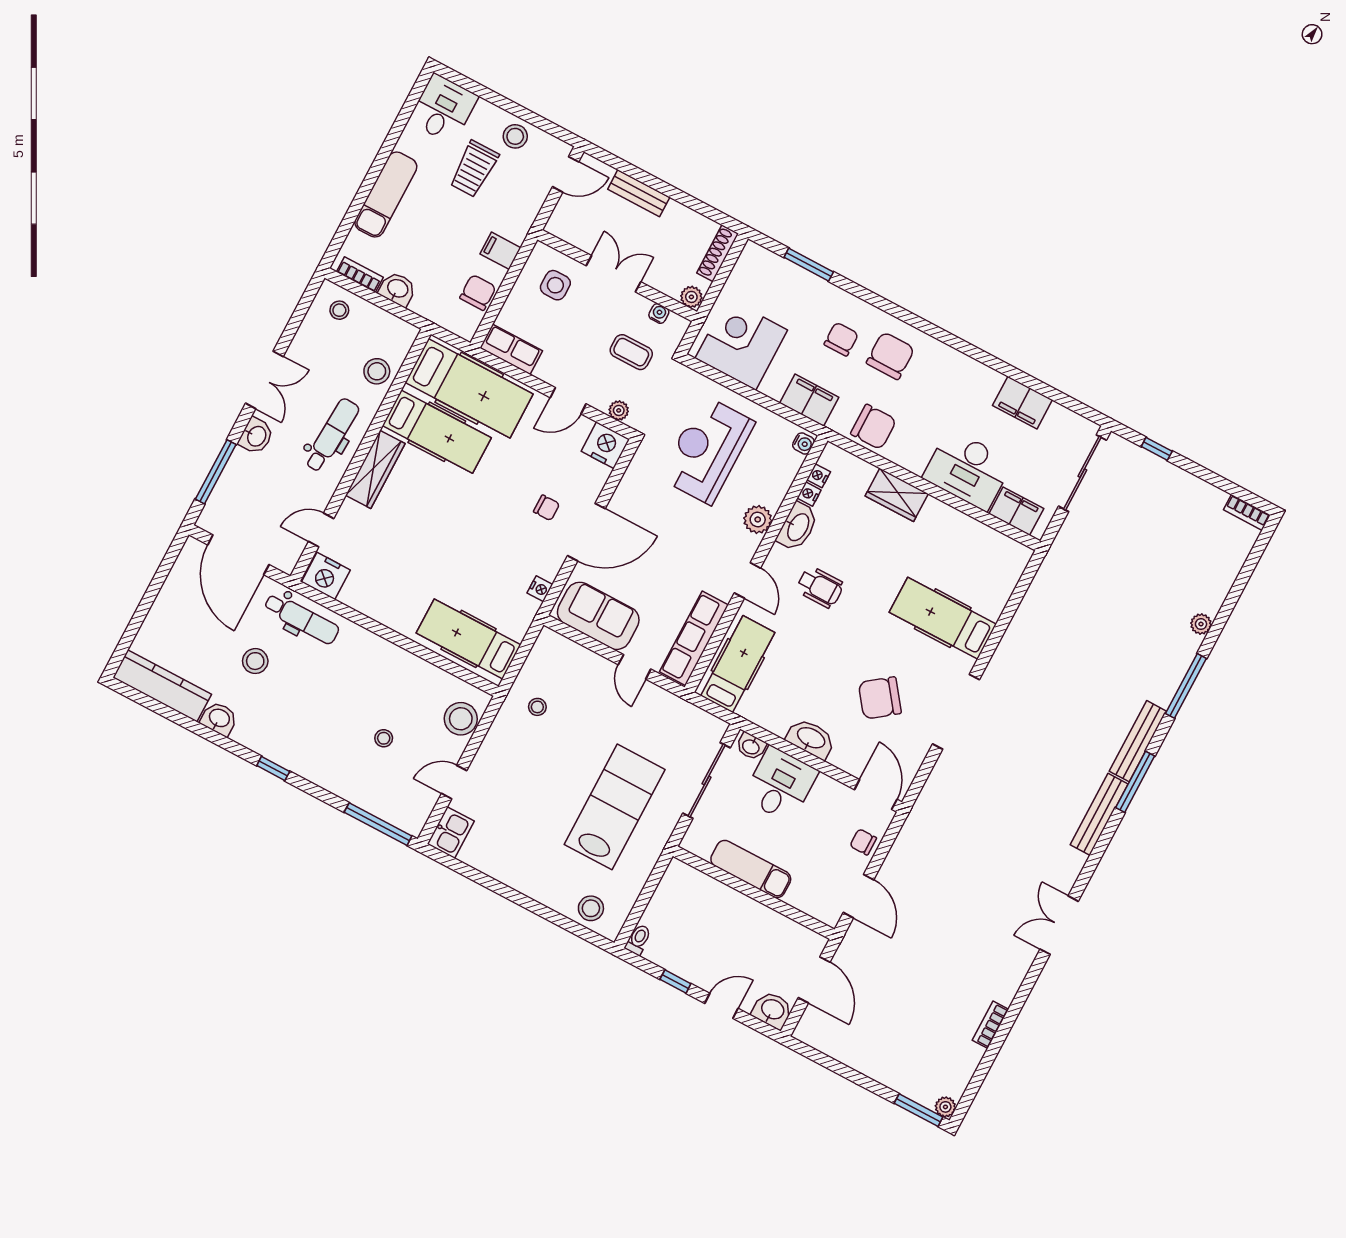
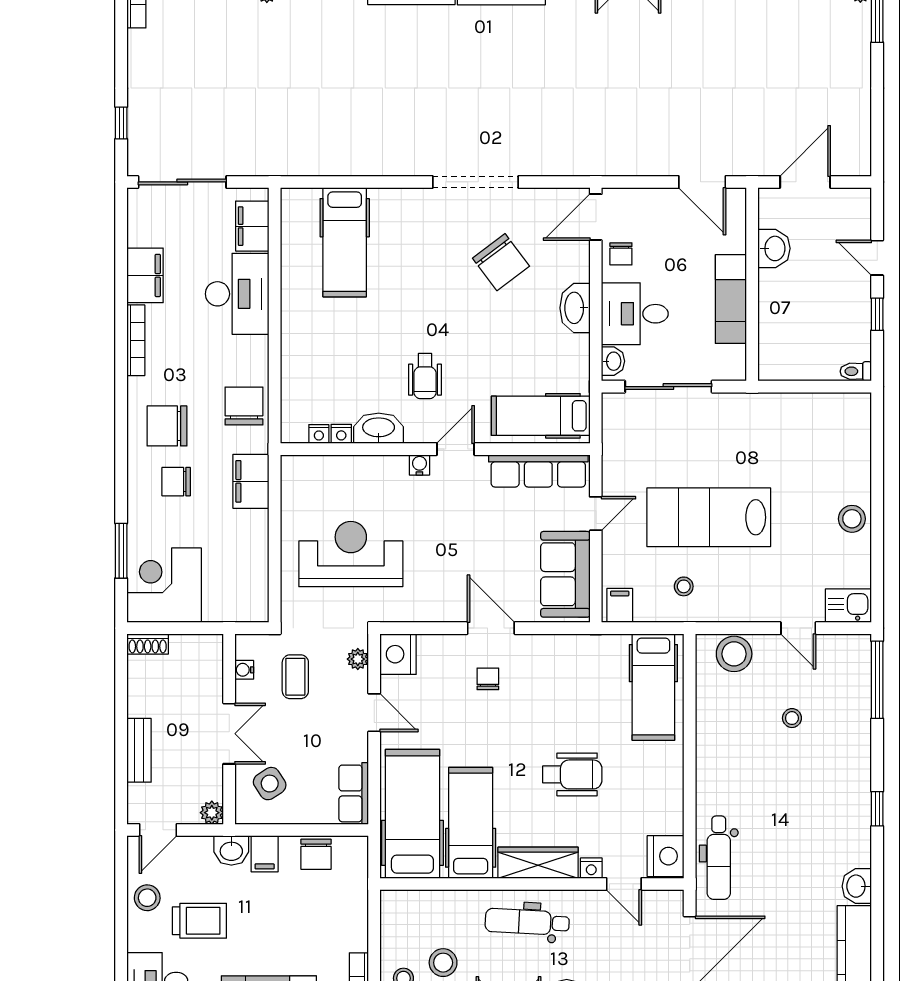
door: (566, 174) -> (158, 830), swing flipped
shoe rack: (718, 253) -> (148, 644), width x0.70
double door: (613, 274) -> (229, 734), swing flipped
side table: (555, 285) -> (270, 784), turned -33
washbasin: (397, 289) -> (231, 850), moved, turned -90
chair: (478, 292) -> (316, 854), turned -90
plant: (691, 297) -> (212, 813), moved
corner desk: (741, 344) -> (164, 585), moved, turned 90
bookcase: (974, 367) -> (136, 340), added
stool: (377, 371) -> (443, 963), moved
water cooler: (803, 443) -> (419, 465), moved
reception desk: (707, 450) -> (351, 554), turned 180
wardrobe: (897, 495) -> (298, 349), removed
plant: (758, 519) -> (392, 470), removed
door: (586, 532) -> (491, 628), width x0.73
wheelchair: (432, 535) -> (572, 774), added
wheelchair: (820, 587) -> (425, 376), turned 180
nightstand: (540, 589) -> (591, 868), moved, turned 180
hospital bed: (943, 618) -> (345, 242), moved
dental chair: (302, 619) -> (719, 858), turned 180
filing cabinet: (549, 647) -> (620, 605), added
stool: (255, 661) -> (783, 881), removed
lab bench: (615, 807) -> (709, 517), moved
chair: (863, 842) -> (621, 254), moved
door: (858, 896) -> (702, 182), swing flipped
stool: (591, 908) -> (852, 519), moved
washbasin: (772, 1010) -> (774, 248), moved, turned 180

